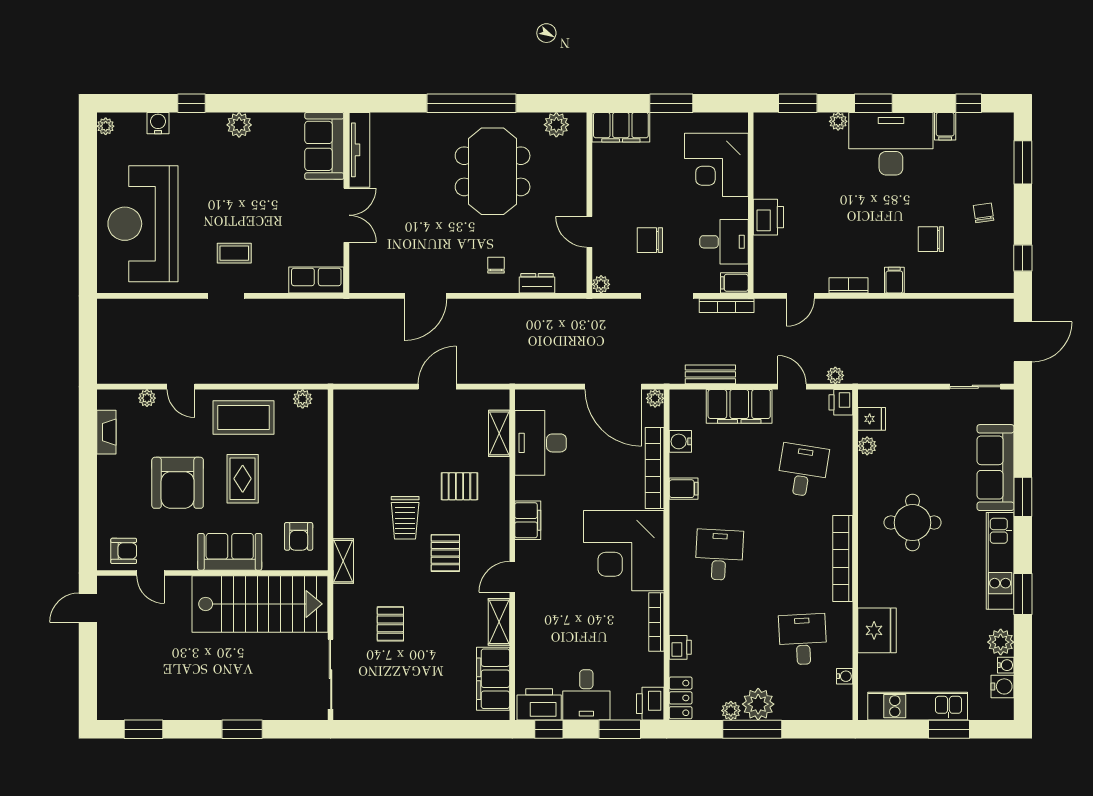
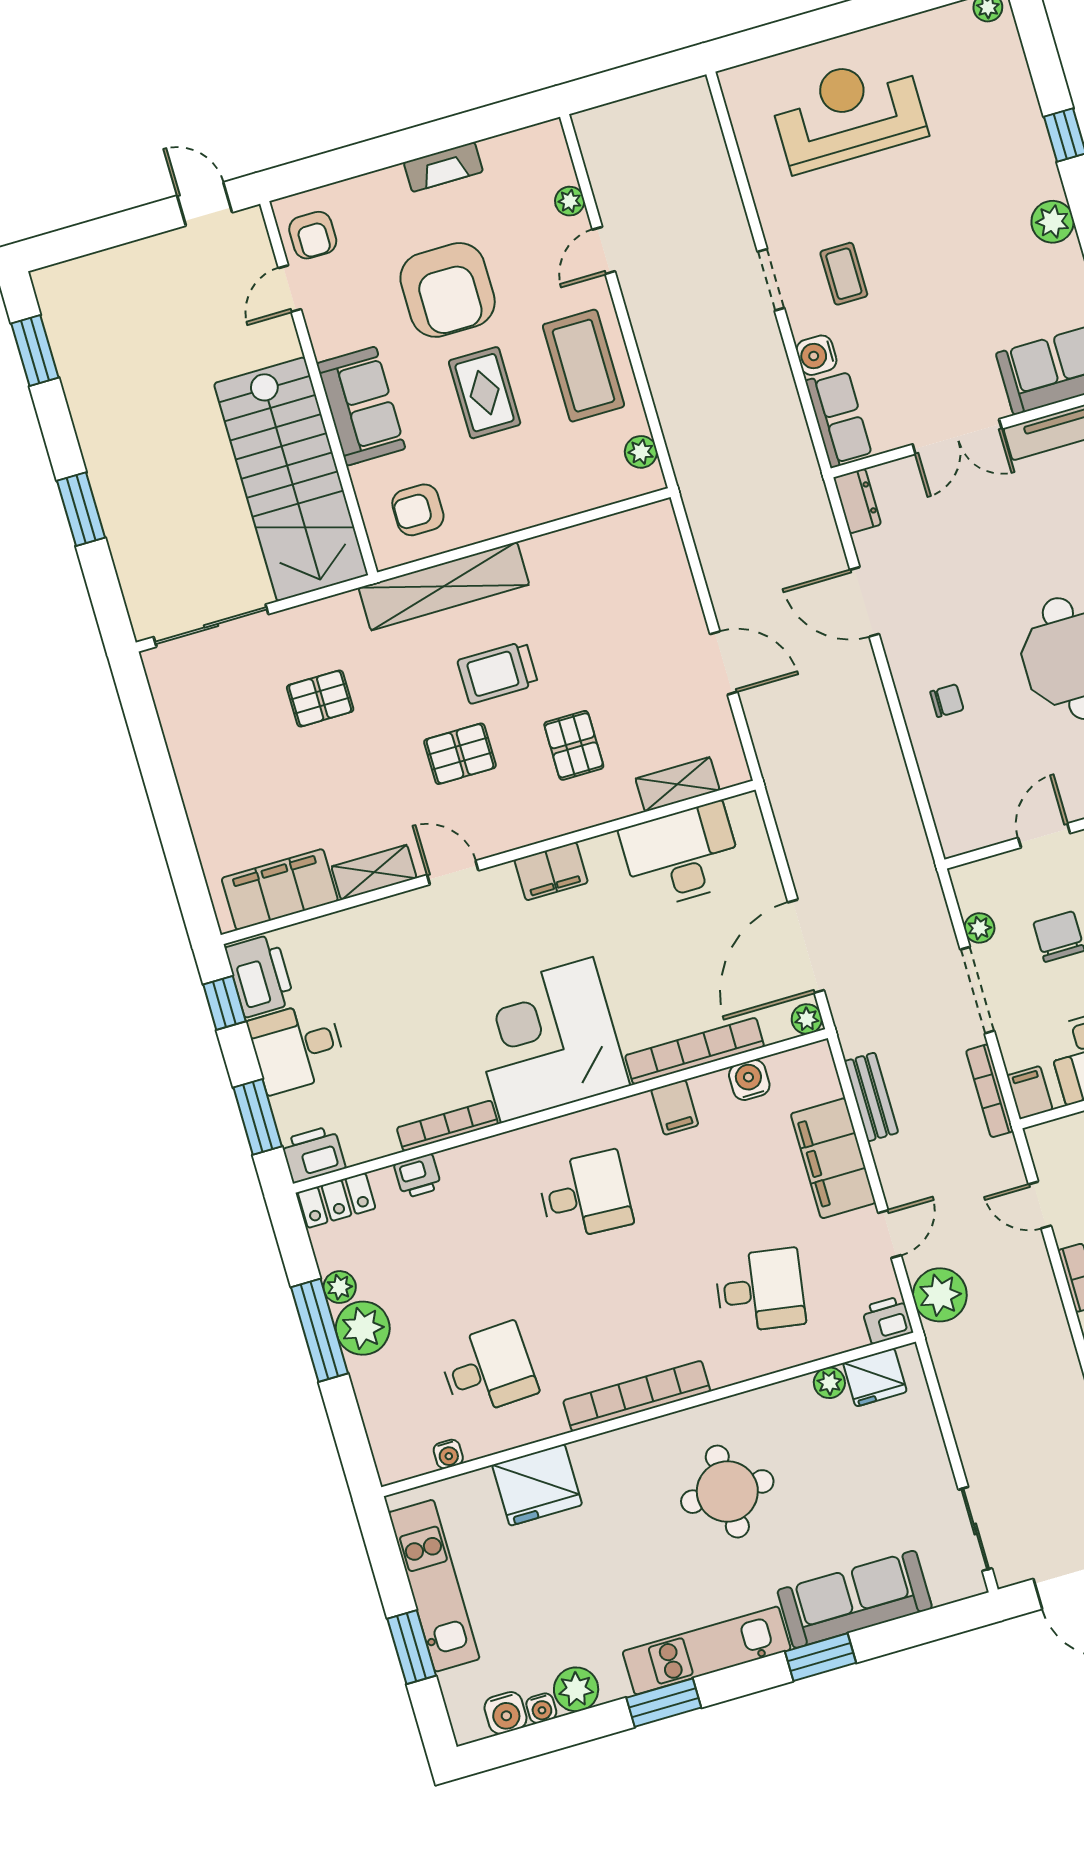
water cooler: (158, 123) -> (816, 355), moved, turned 180
reception desk: (143, 224) -> (848, 113), width x0.74, depth x0.77
dresser: (537, 283) -> (857, 501), moved
plant: (601, 284) -> (979, 928), moved
plant: (835, 375) -> (940, 1295), width x1.87, depth x1.87
fridge: (872, 419) -> (875, 1377), width x1.38
fireplace: (106, 432) -> (443, 167), moved
rug: (243, 479) -> (485, 393), turned 90
armchair: (178, 483) -> (448, 290), turned -90
shelving: (343, 561) -> (444, 586), width x2.20, depth x1.33

